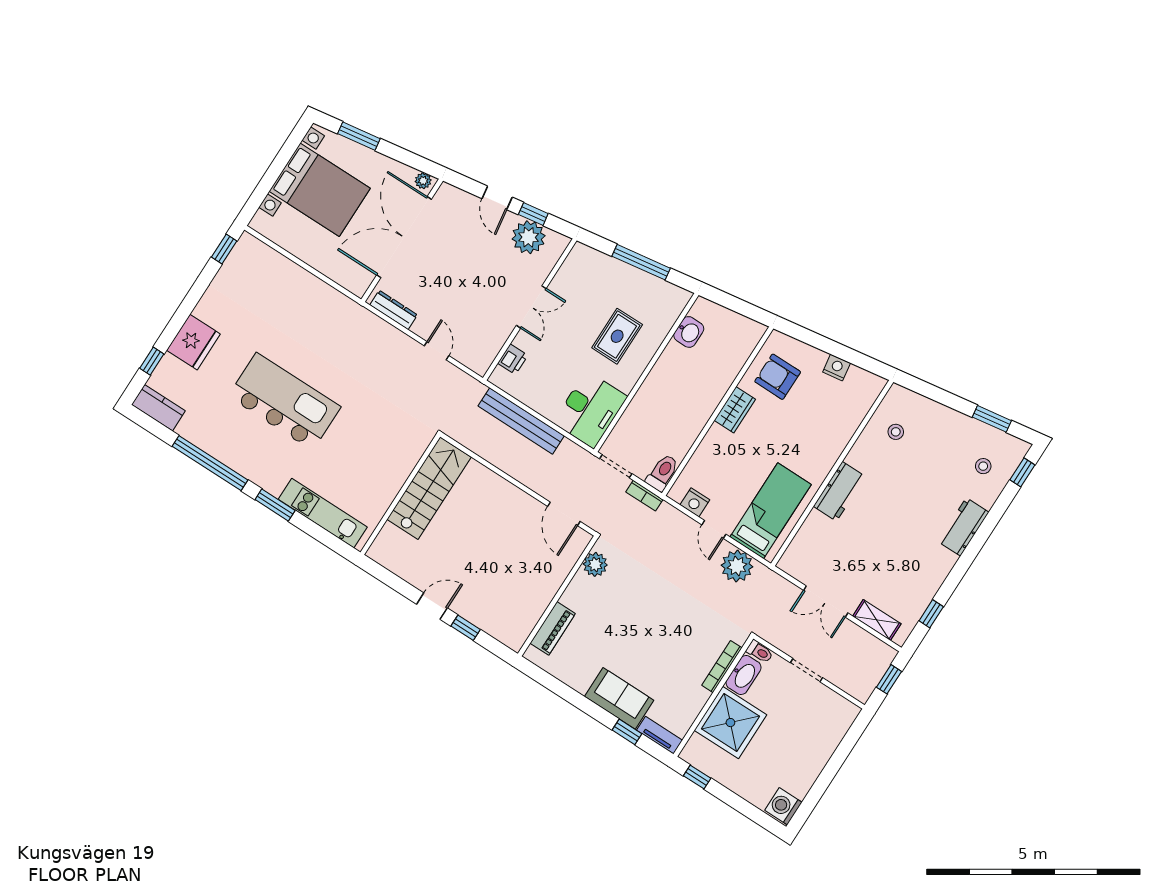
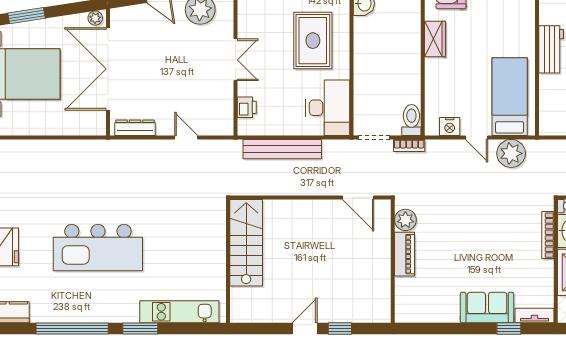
rug: (617, 336) -> (313, 41), width x1.36, depth x1.43
kitchen island: (284, 402) -> (98, 247), turned 180
piano: (553, 628) -> (404, 254), moved

